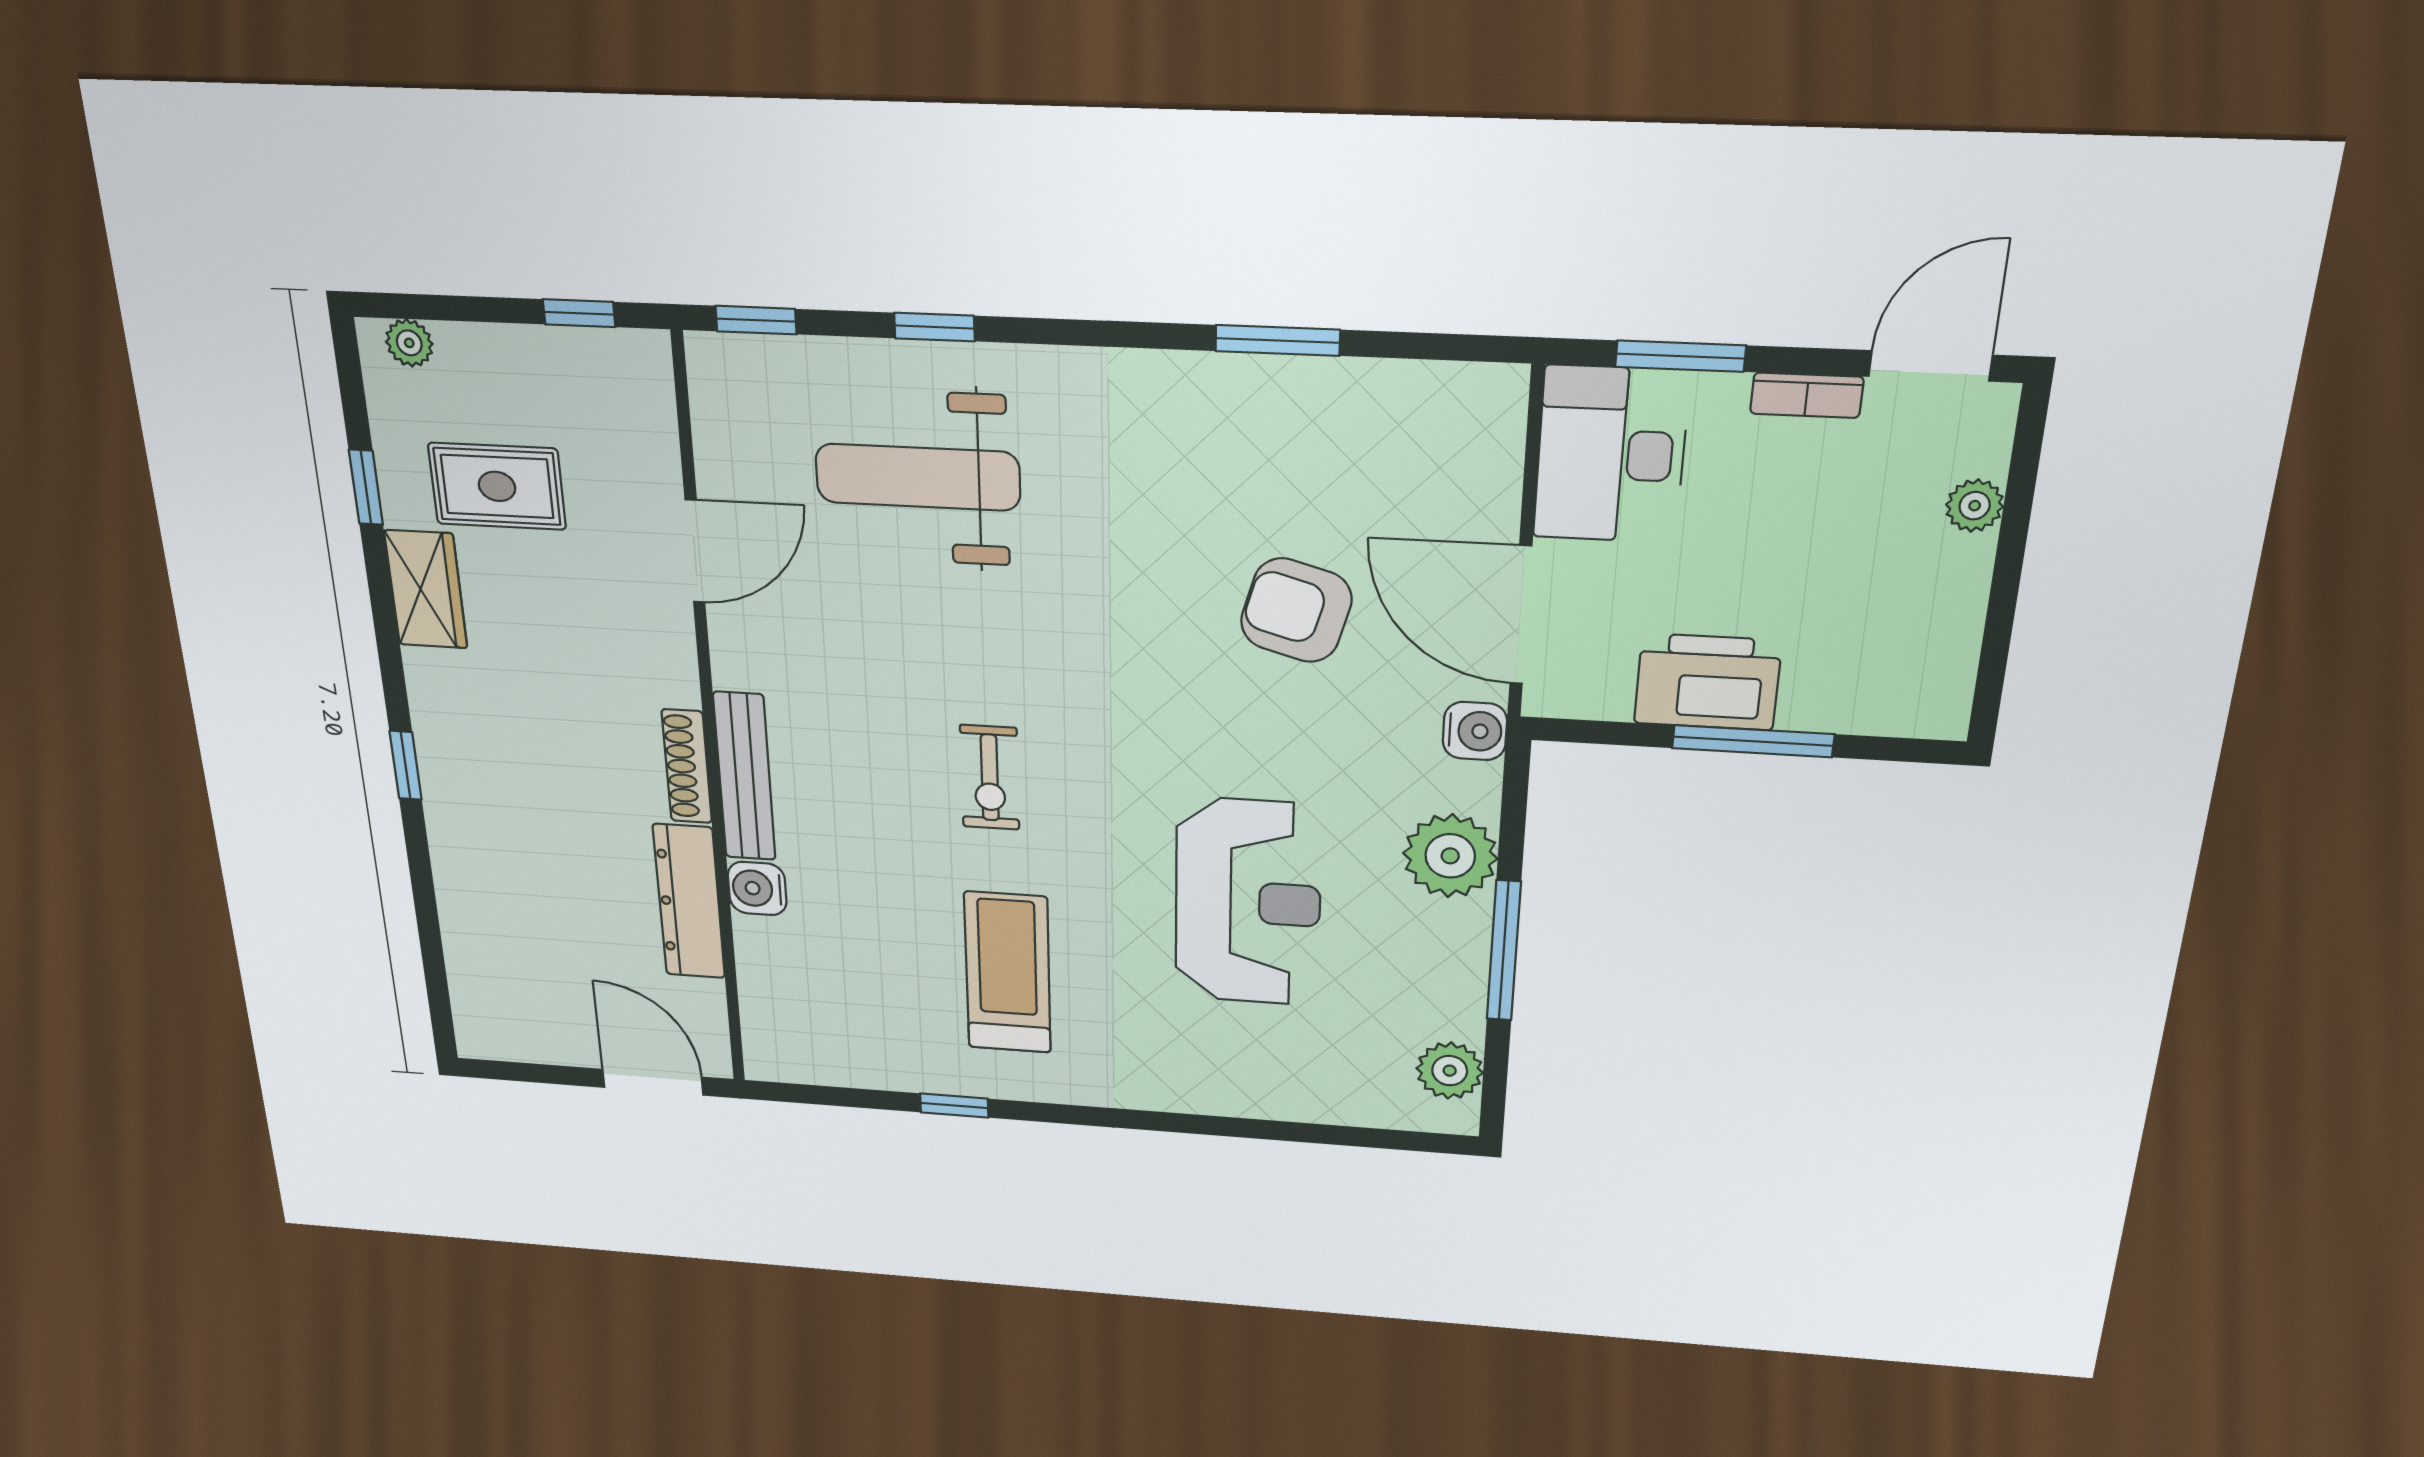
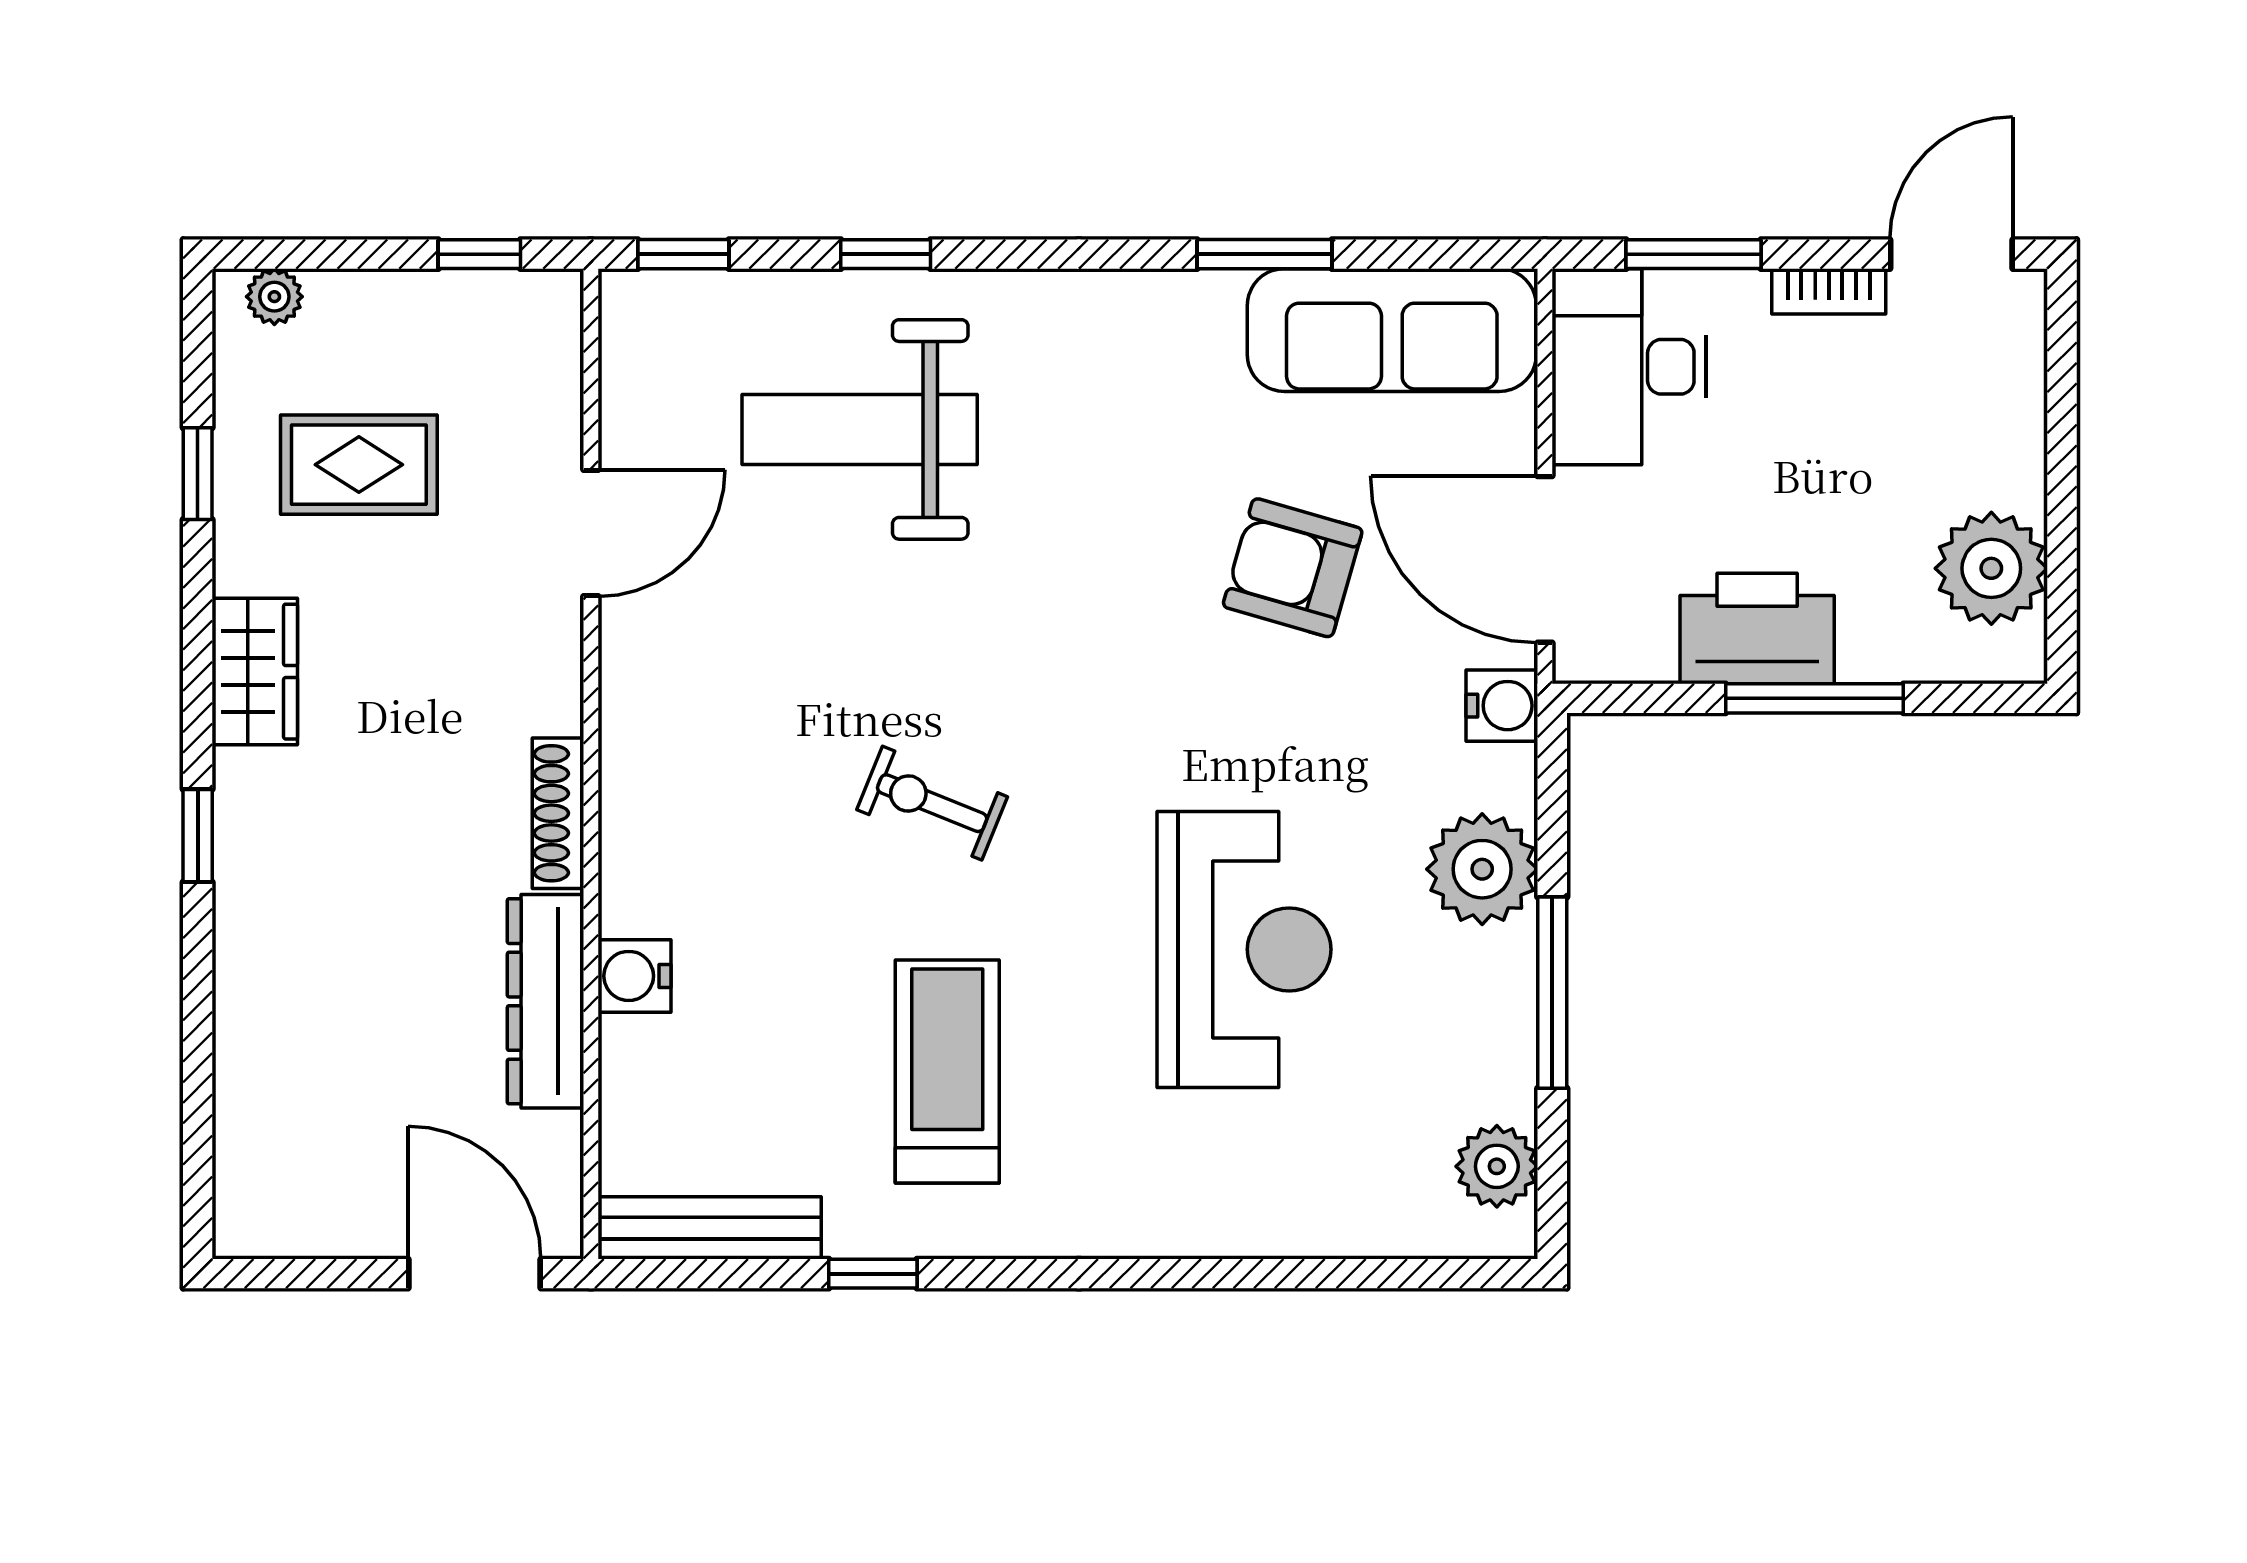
sofa: (1393, 413) -> (1392, 330), added
plant: (1975, 506) -> (1991, 568), moved, width x1.88, depth x1.88
wardrobe: (426, 589) -> (255, 672), moved
bench: (744, 777) -> (710, 1228), moved, turned 90
exercise bike: (990, 777) -> (932, 803), turned 112

